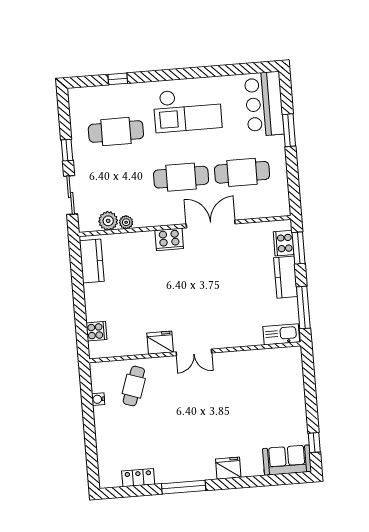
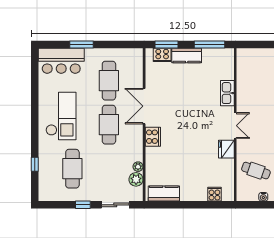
kitchen sink: (281, 334) -> (227, 93), moved

